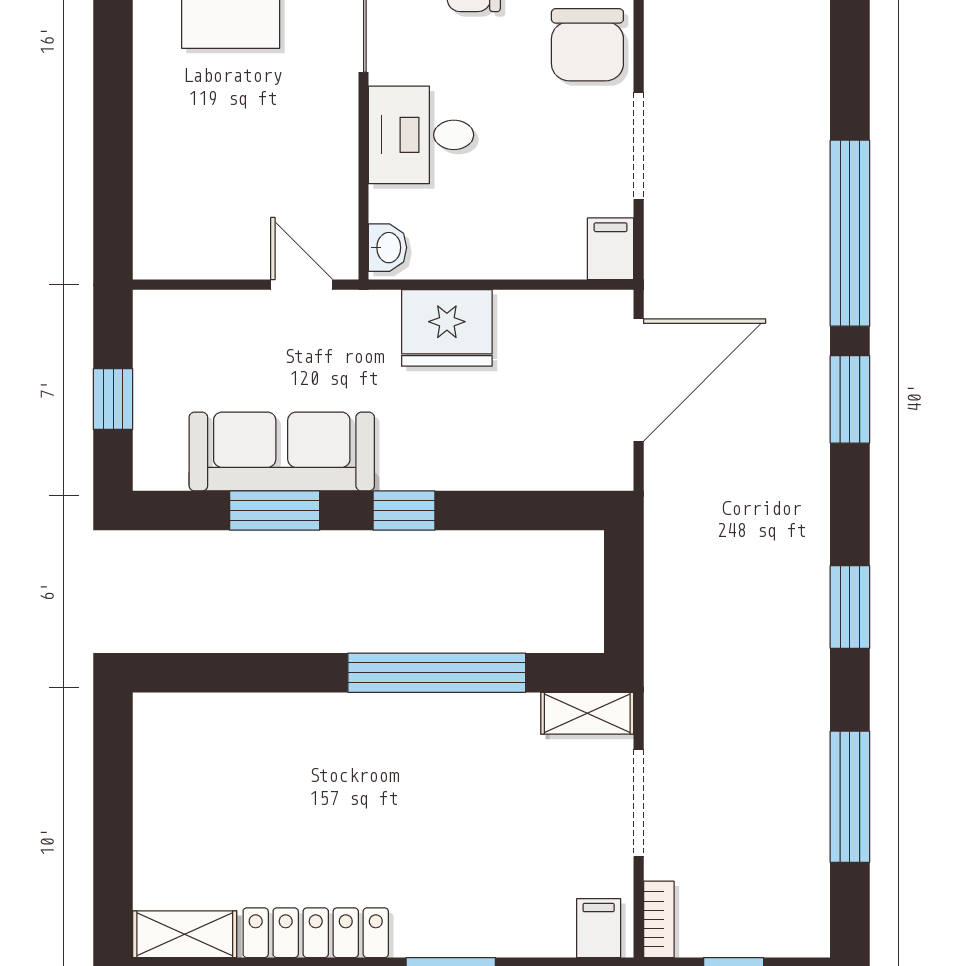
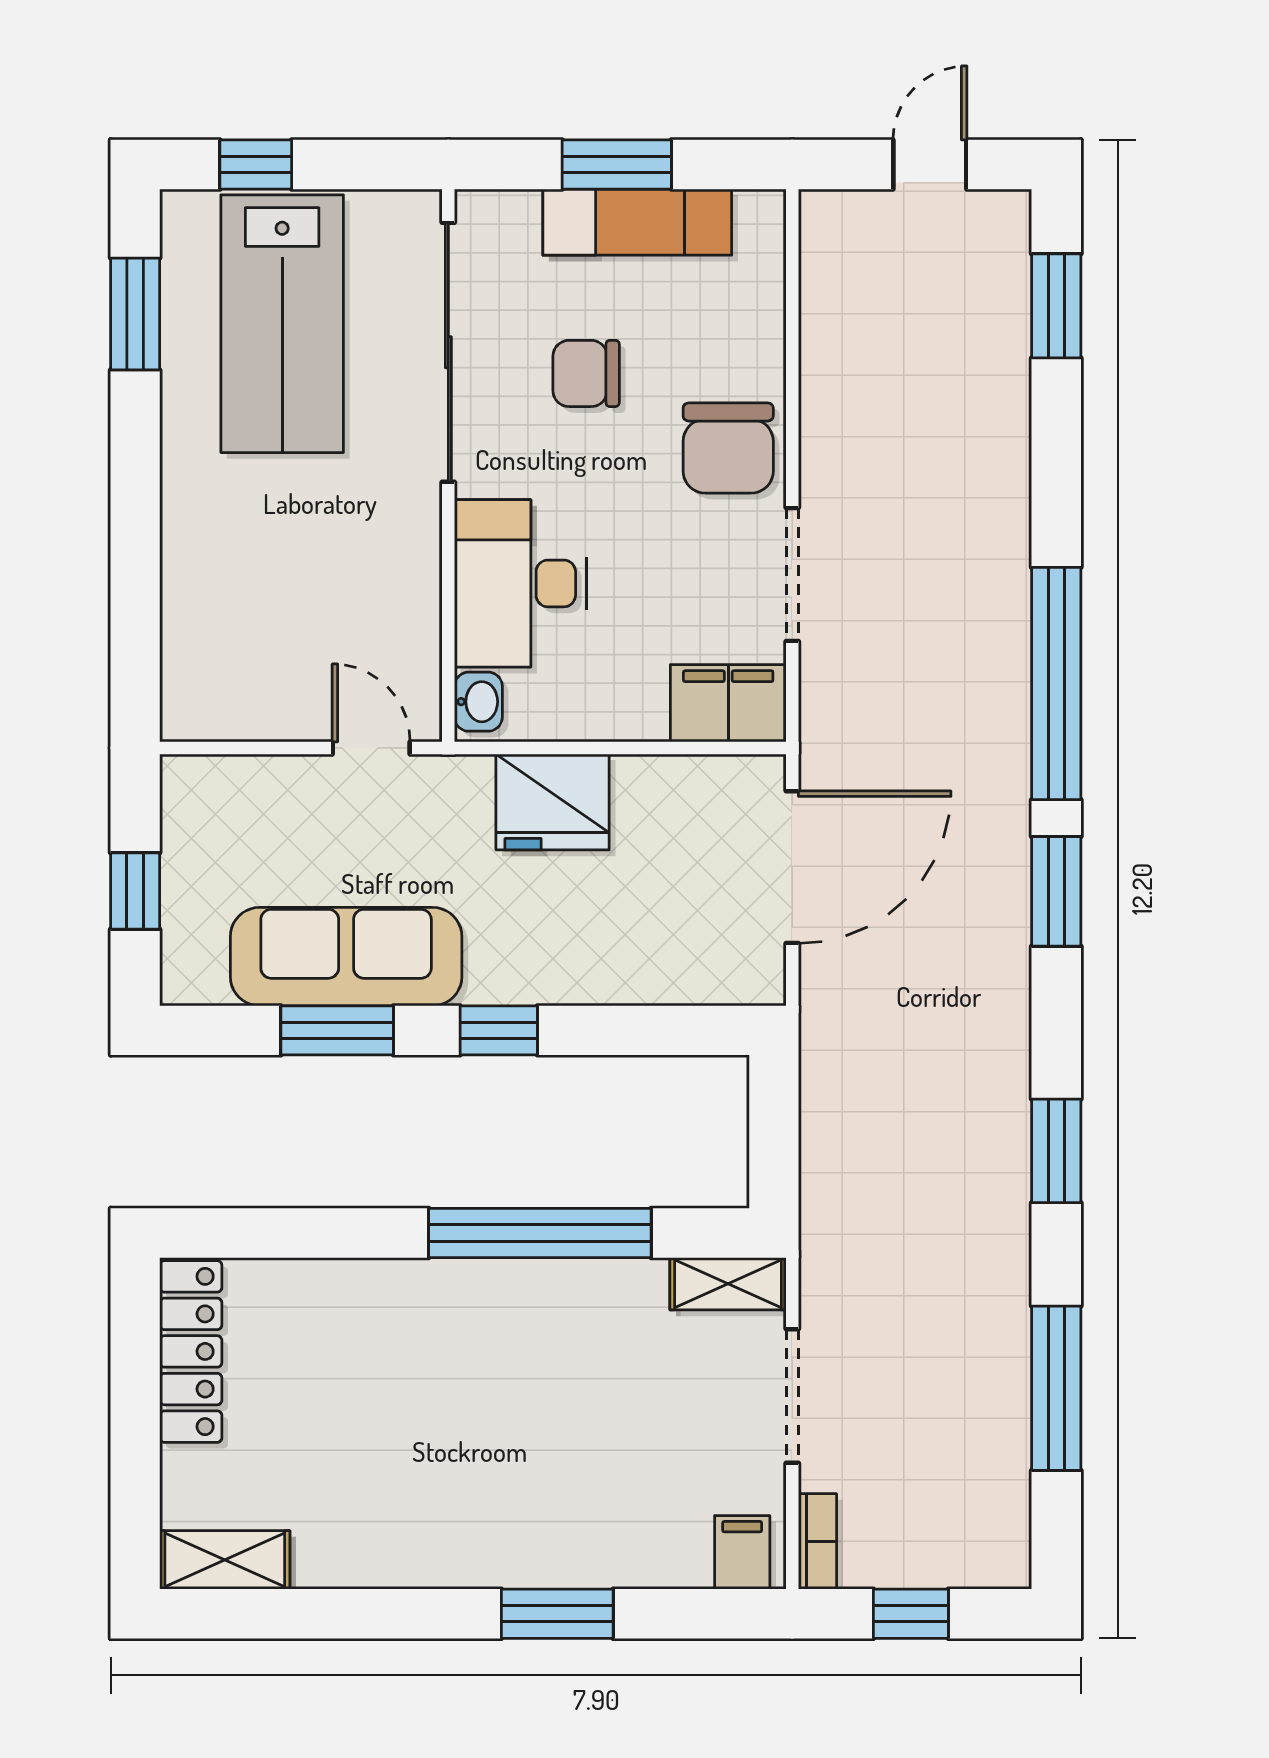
desk: (421, 135) -> (520, 583), width x1.37
filing cabinet: (611, 249) -> (728, 703), width x2.00
locker: (316, 933) -> (191, 1351), moved, turned 90

